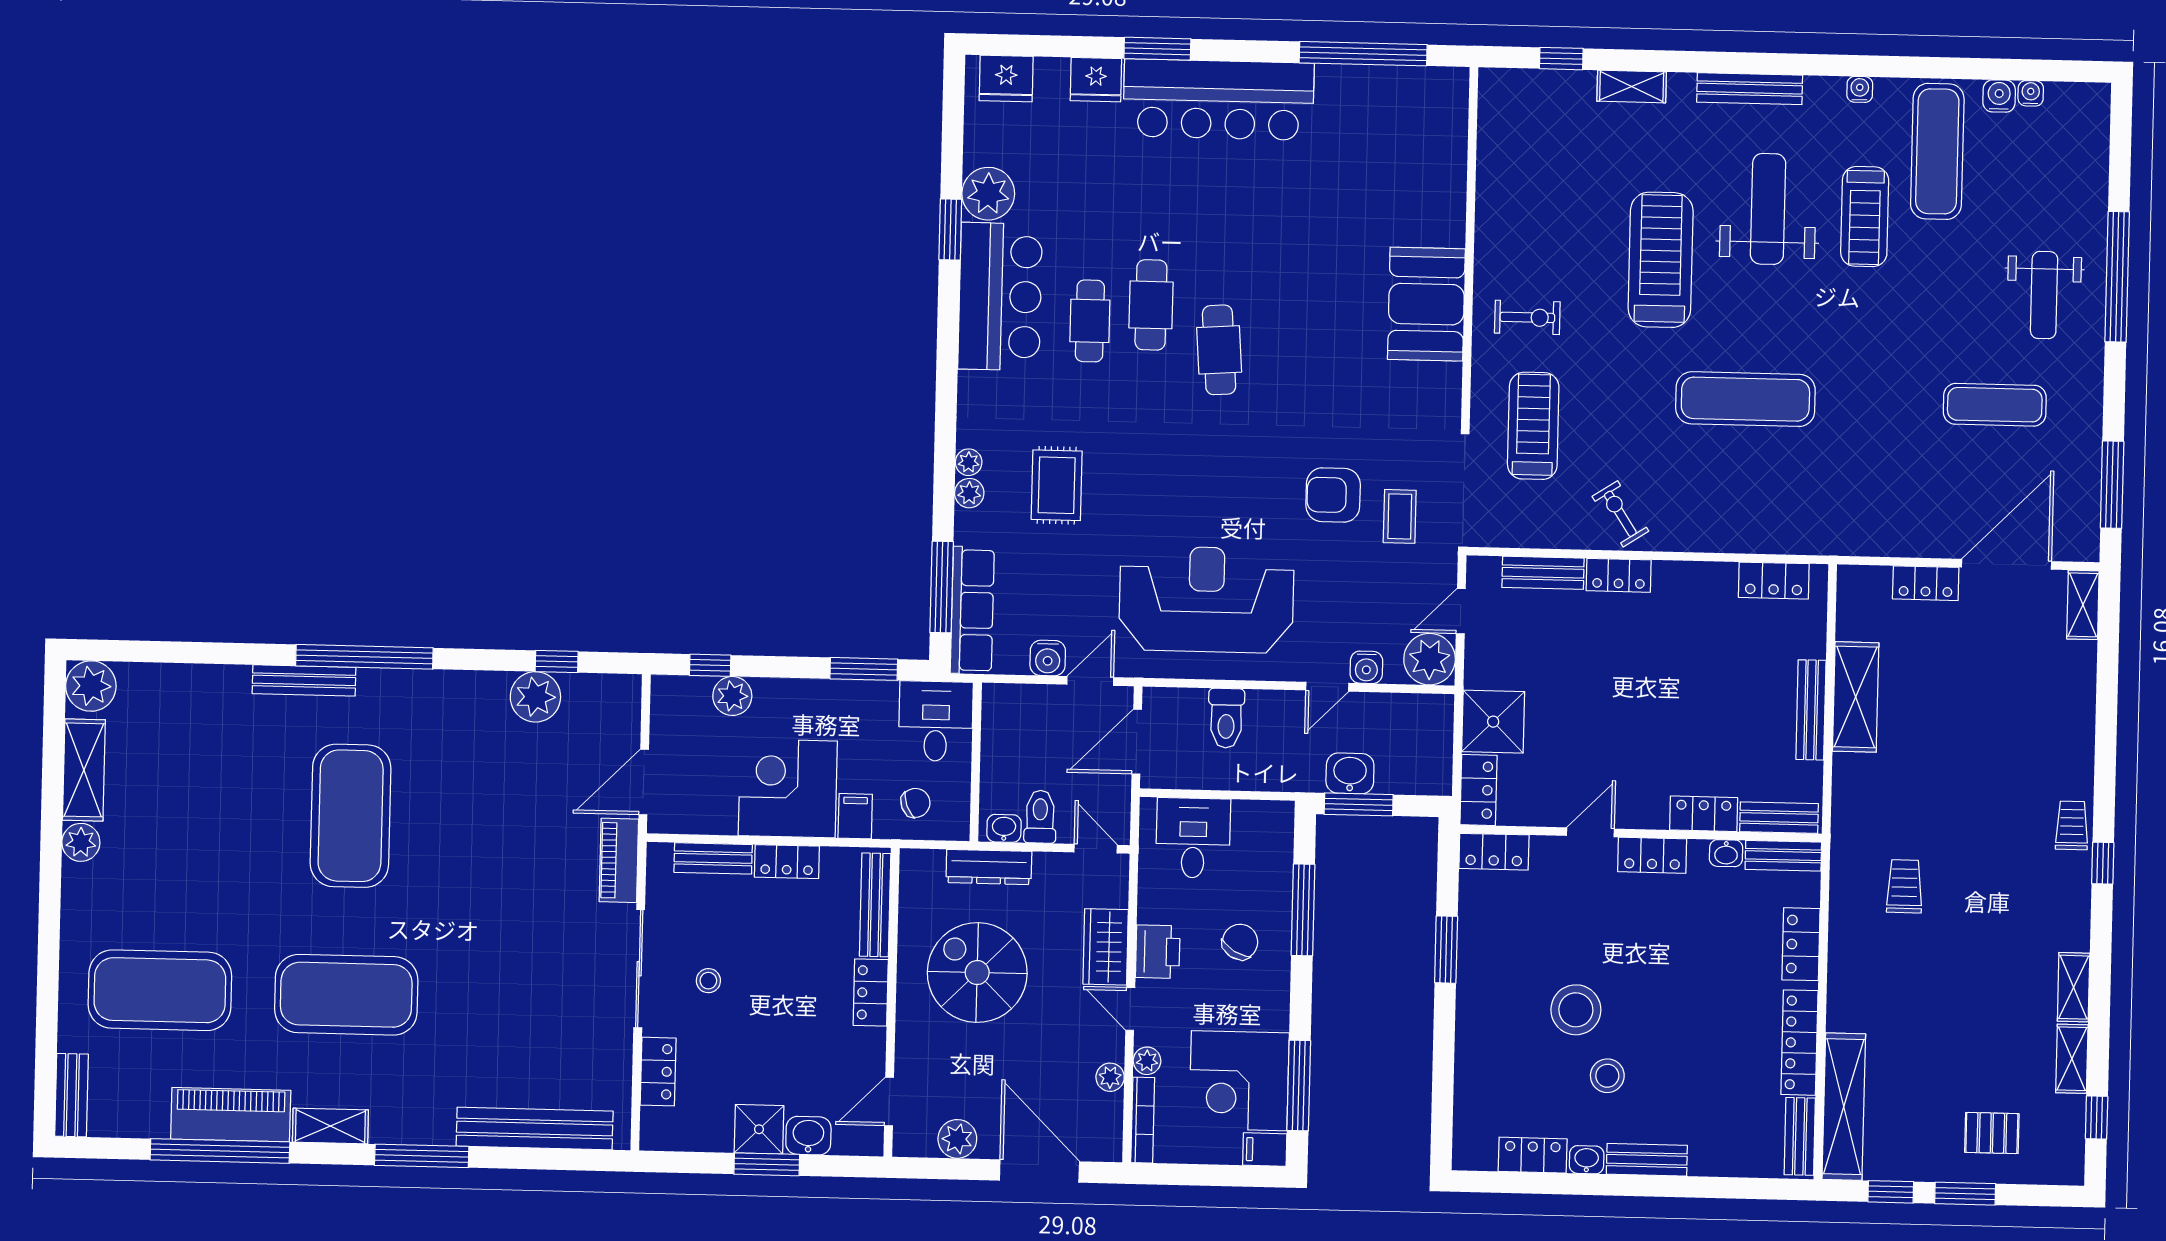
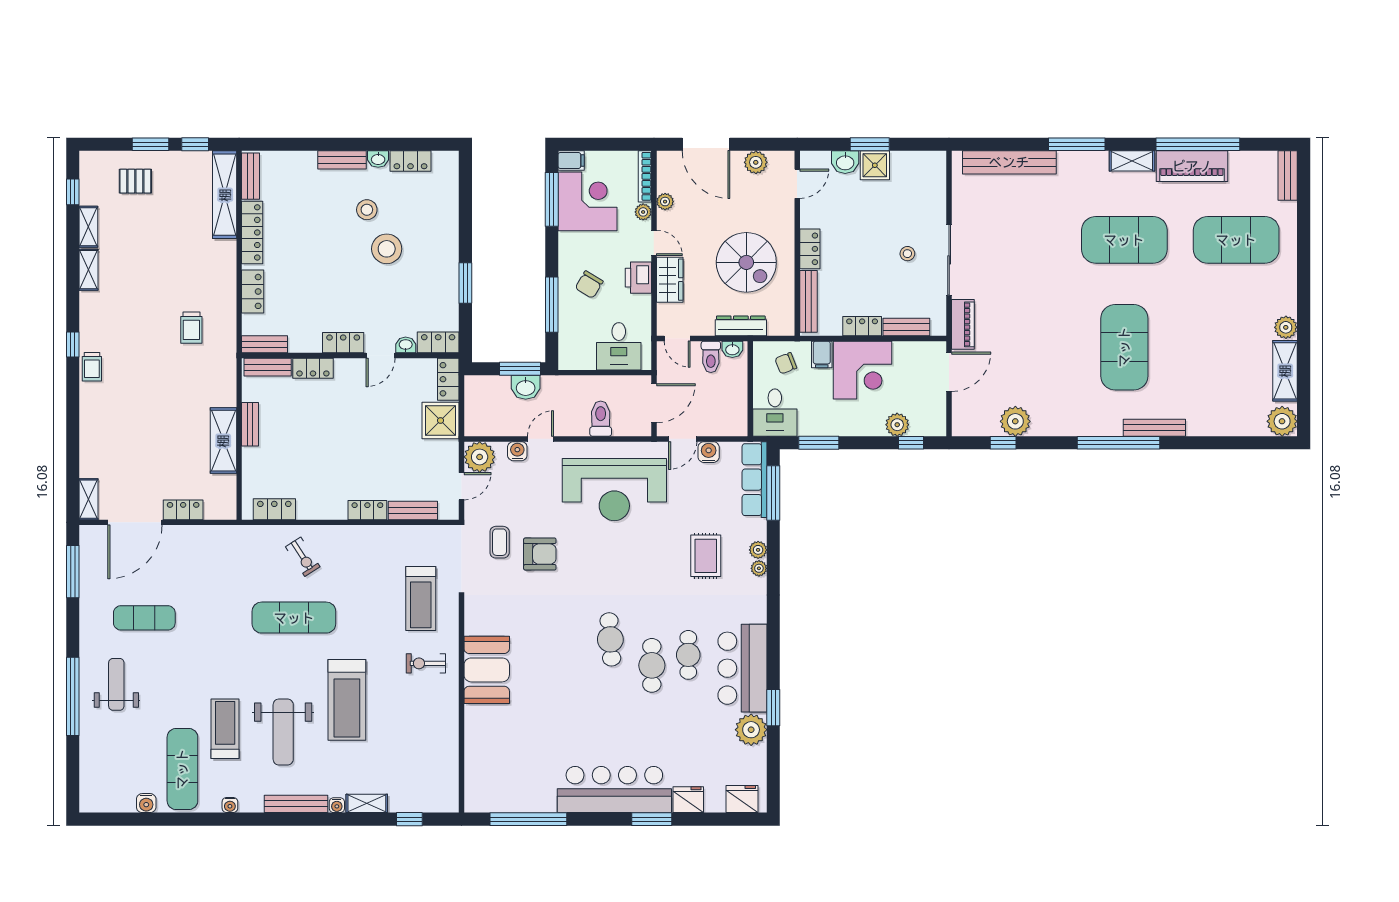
water cooler: (2031, 93) -> (337, 805), moved
exercise bike: (1620, 514) -> (303, 557), moved
bench: (1811, 710) -> (250, 424), width x0.73
washbasin: (1726, 853) -> (406, 345), moved
locker: (658, 1072) -> (936, 198), removed

